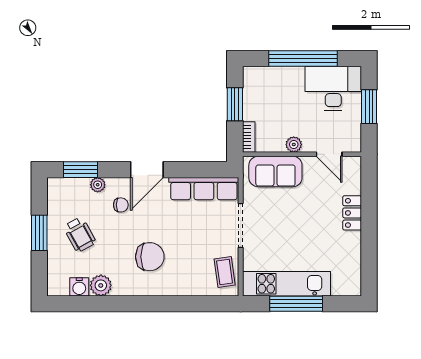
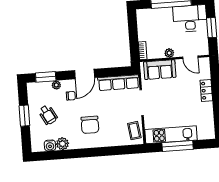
window: (235, 104) -> (133, 32), removed
chair: (150, 257) -> (90, 125), turned 90

